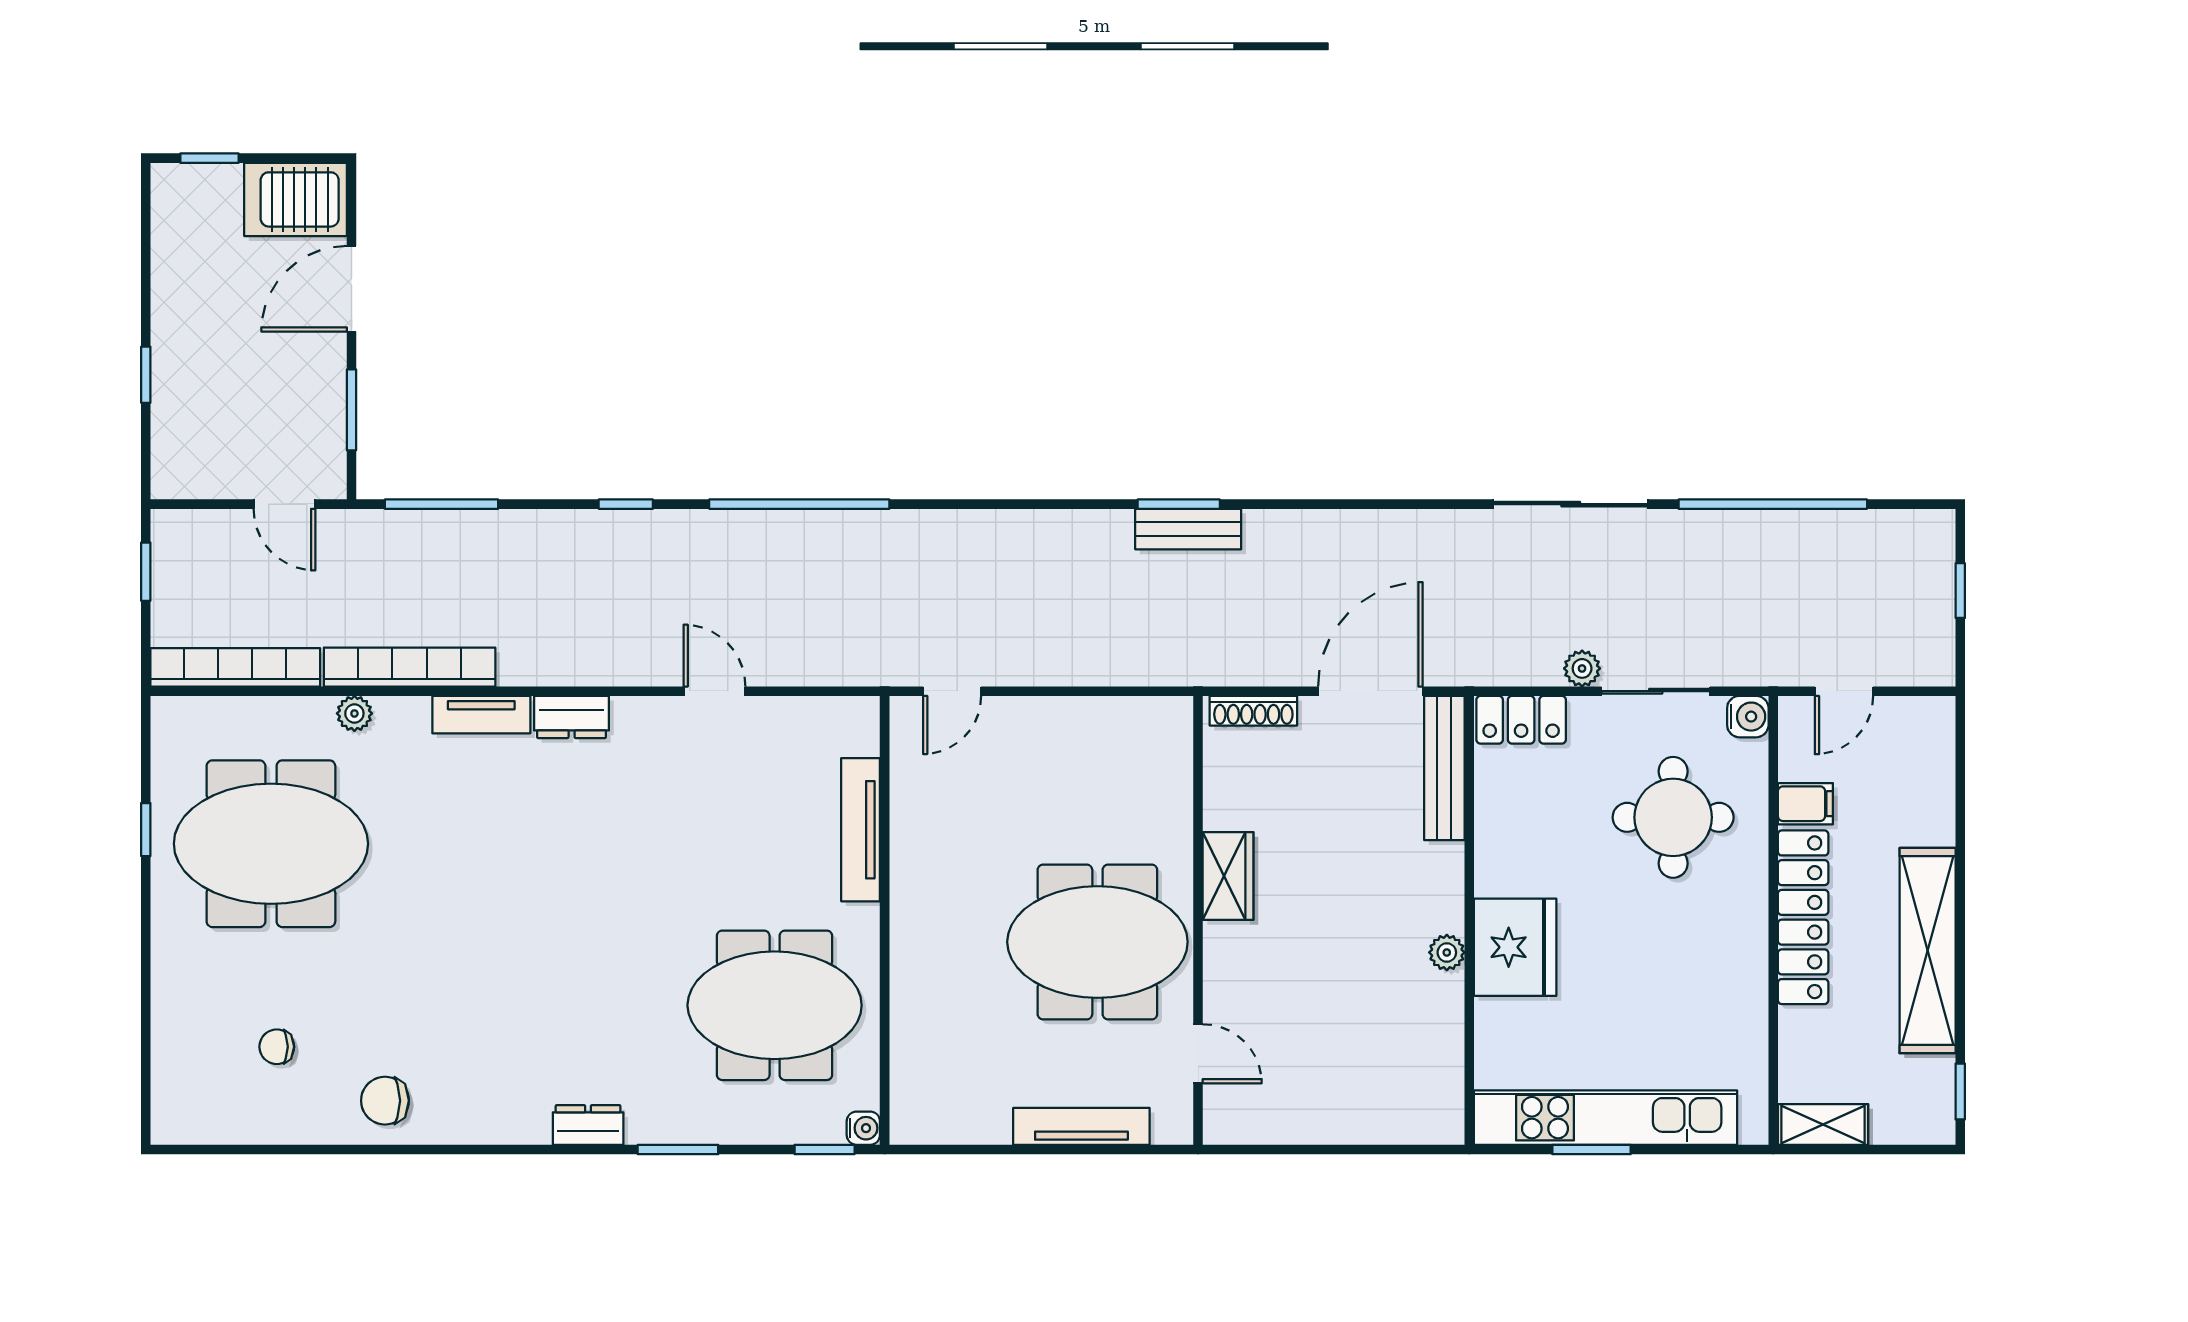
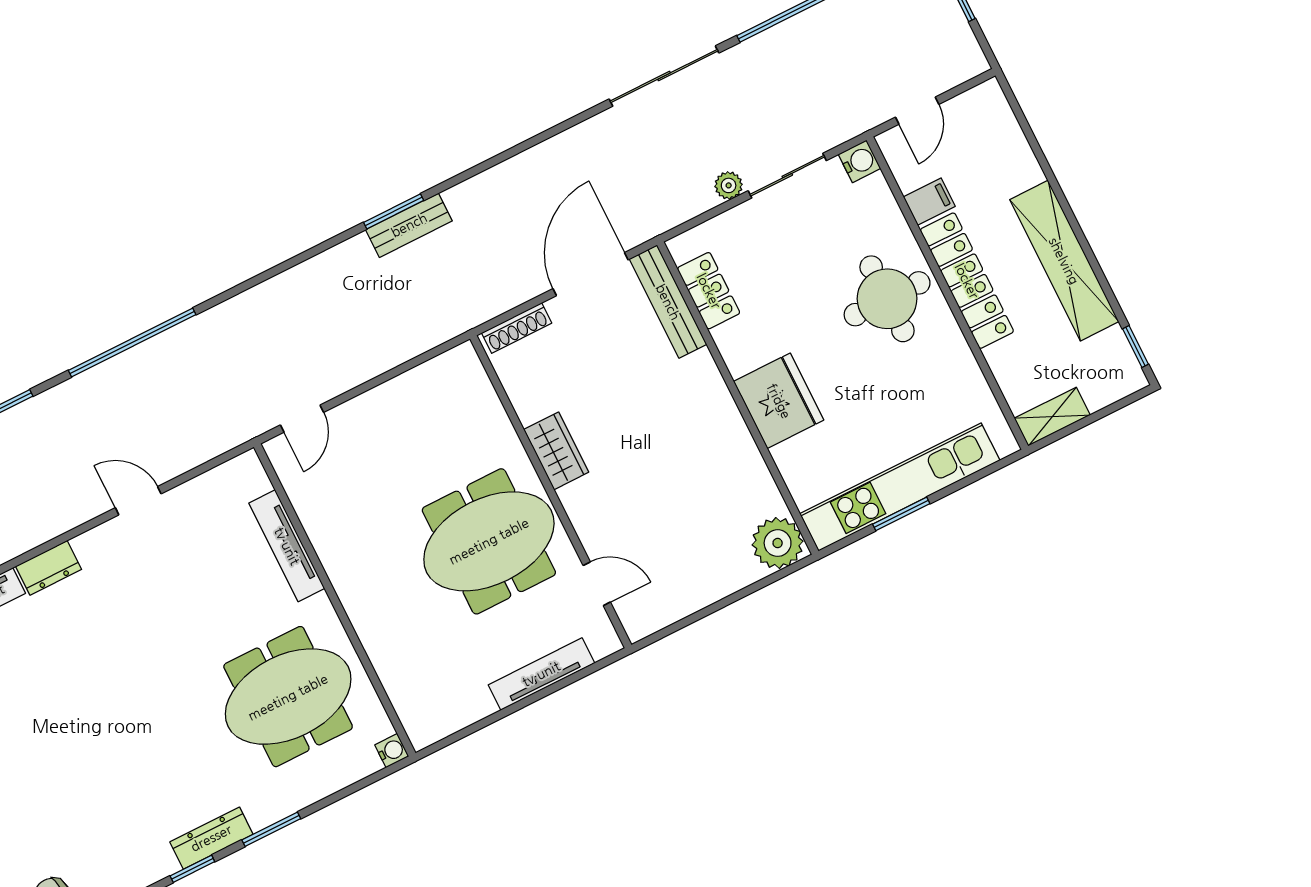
locker: (1521, 720) -> (709, 291), moved, turned -90
round table: (1673, 817) -> (887, 299), moved
plant: (1447, 952) -> (778, 543), moved, width x1.88, depth x1.88
dresser: (588, 1125) -> (211, 838), width x1.44
window: (825, 1149) -> (192, 869), moved

